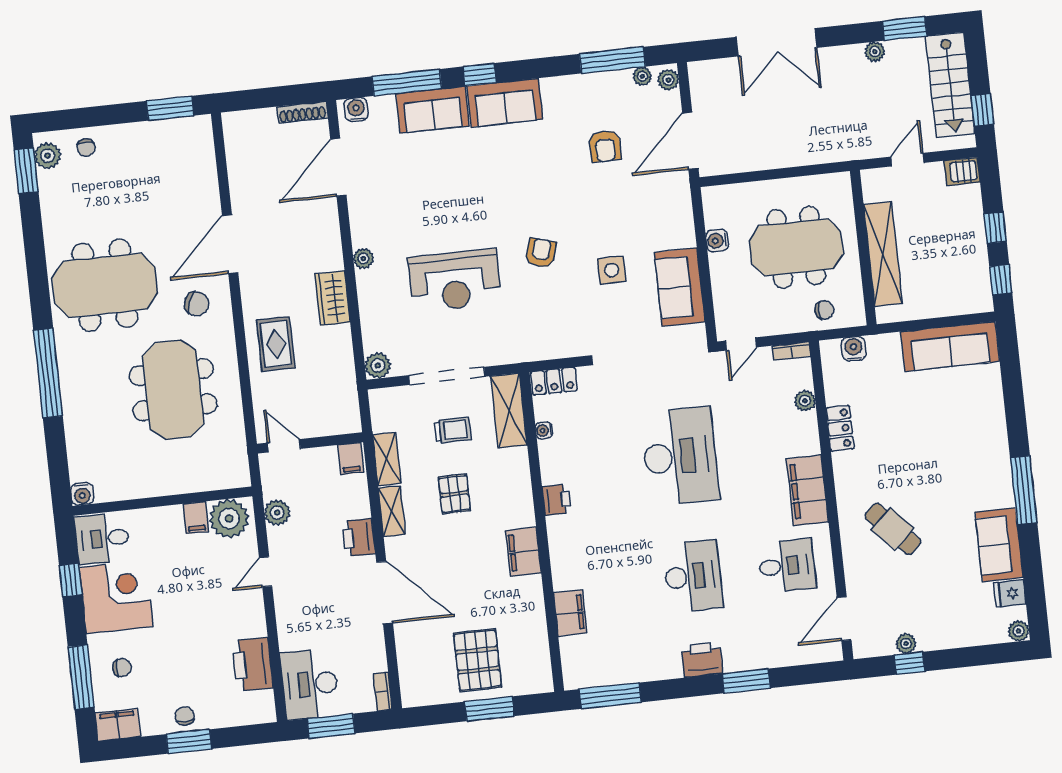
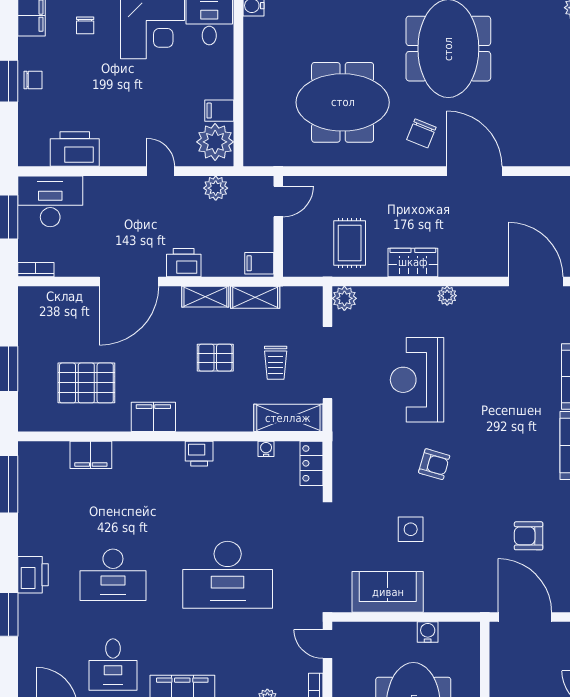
rug: (276, 344) -> (350, 243), moved, turned 90
pallet: (477, 660) -> (86, 383), moved

